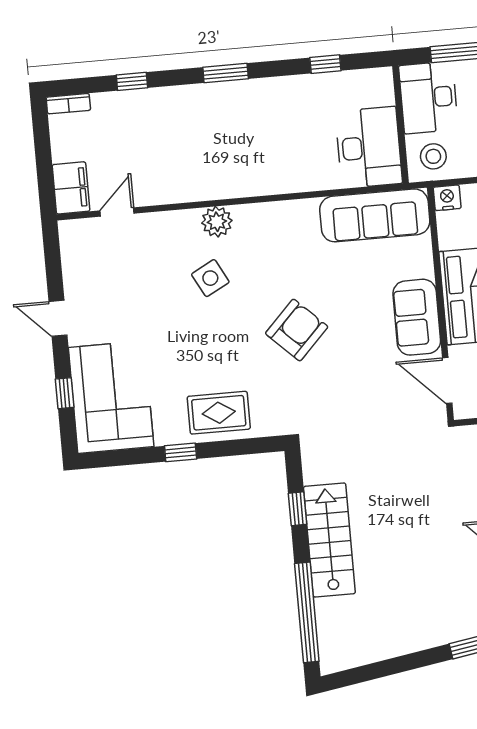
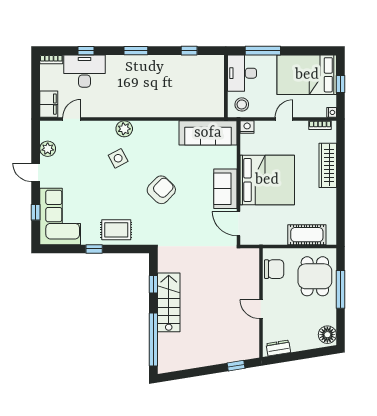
desk: (369, 147) -> (84, 71), moved, turned -90
plant: (76, 272) -> (48, 149), added

